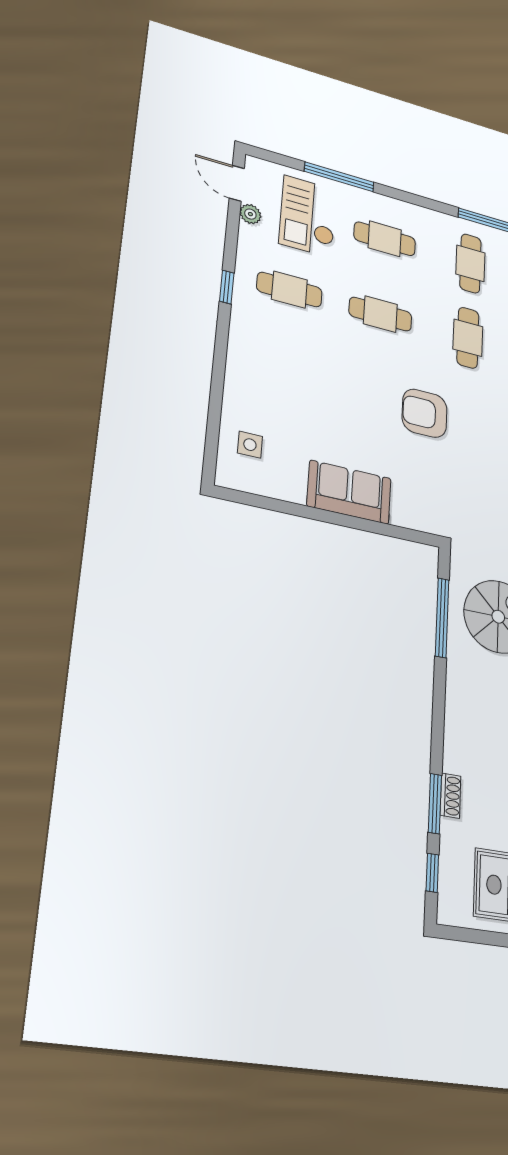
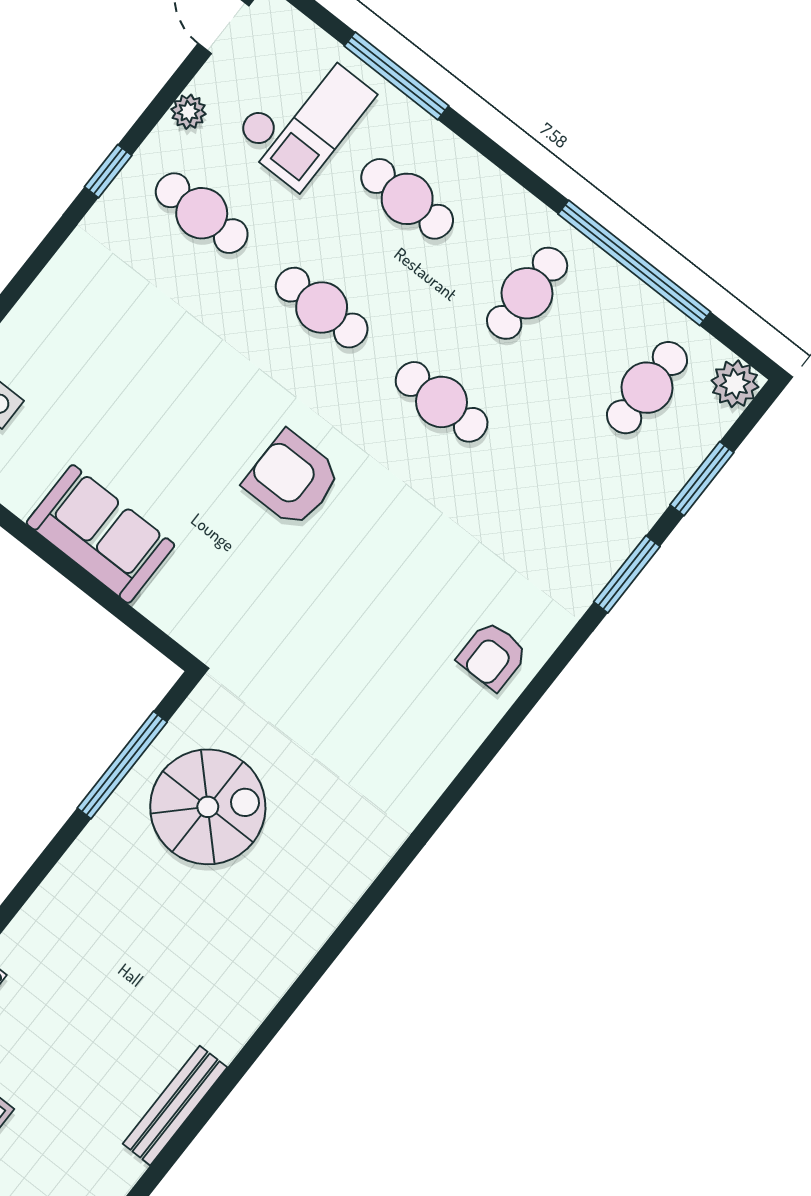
plant: (250, 214) -> (189, 112), moved
checkout: (308, 216) -> (304, 117), turned 180
cafe table: (468, 338) -> (442, 402), turned 90

